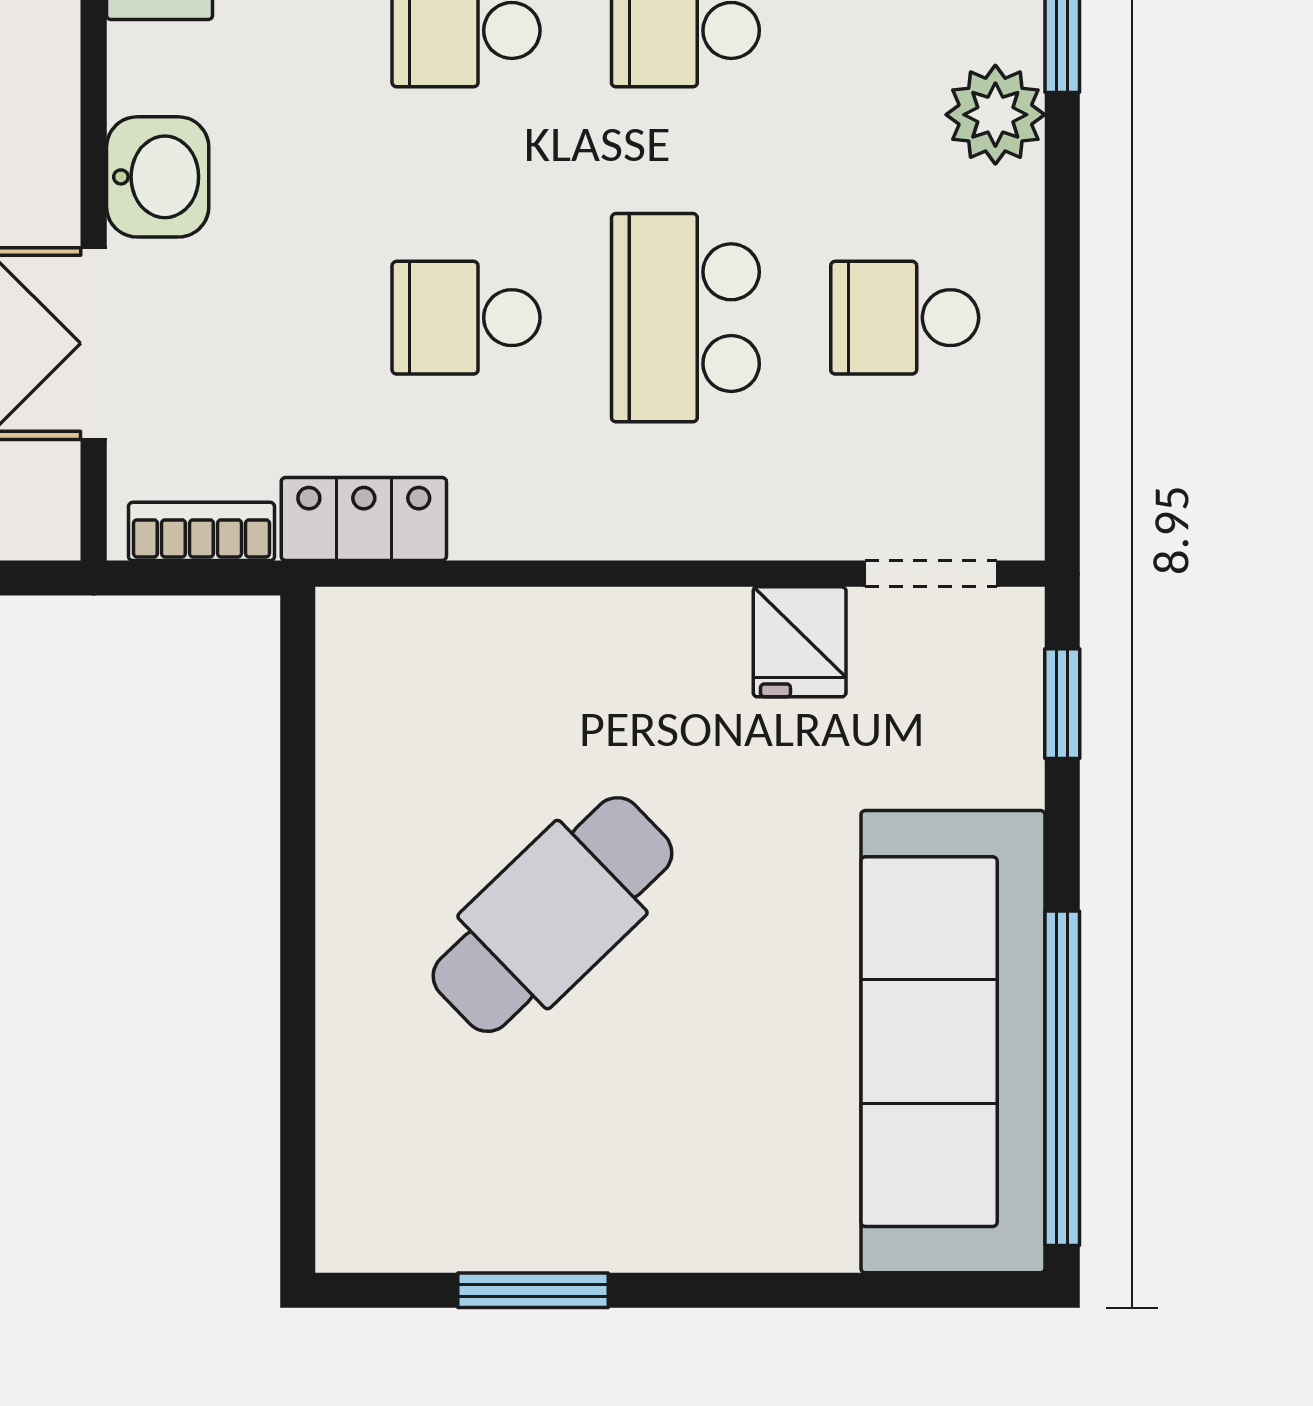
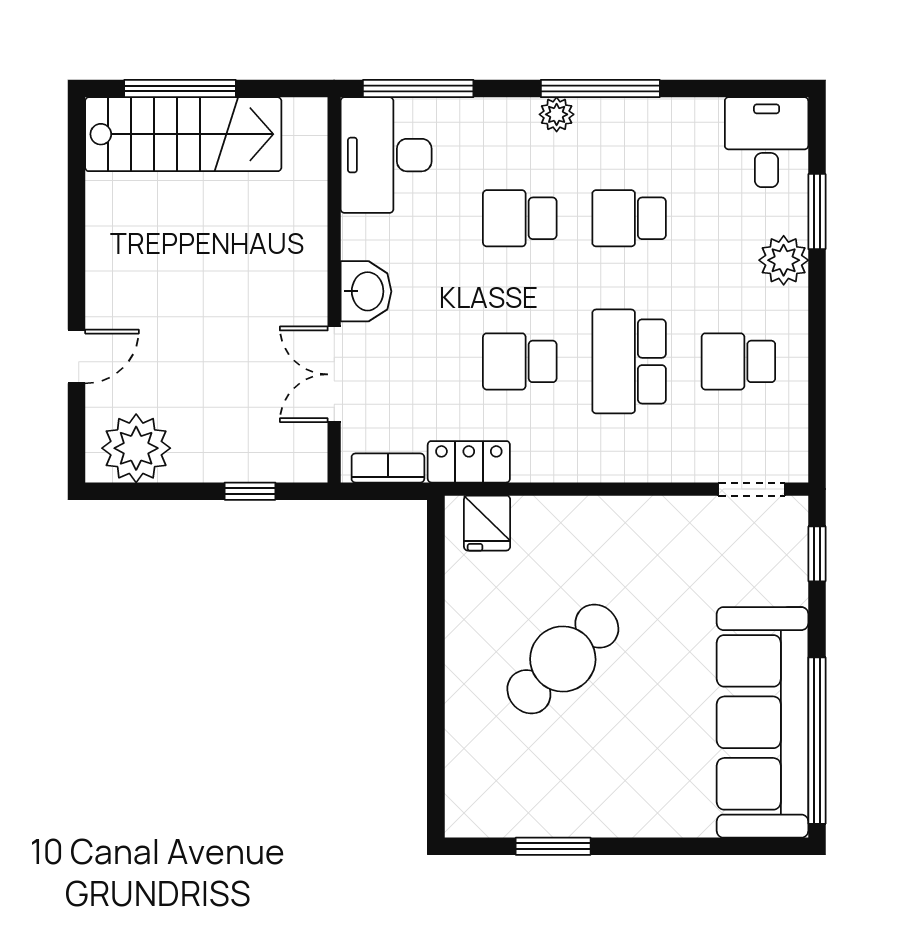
fridge: (800, 642) -> (487, 523), moved

